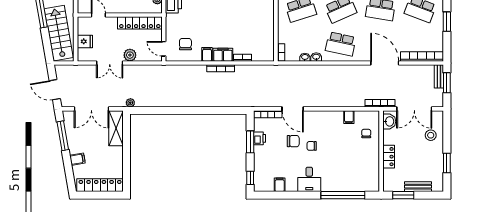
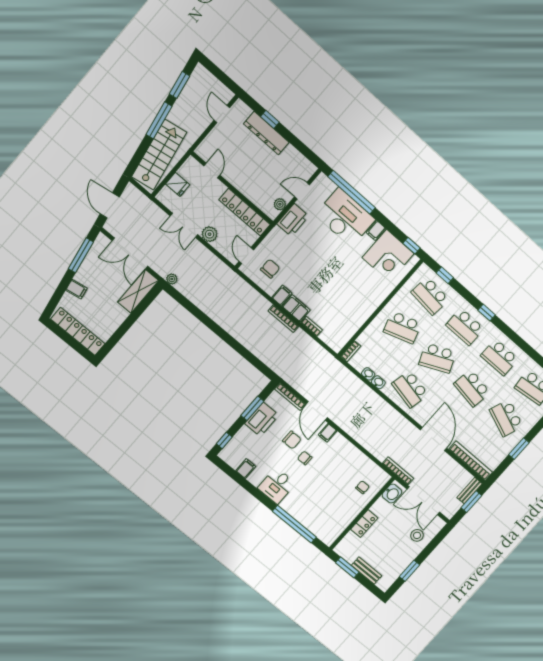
filing cabinet: (349, 117) -> (328, 433), moved
printer: (259, 138) -> (262, 419), width x1.87, depth x1.48

